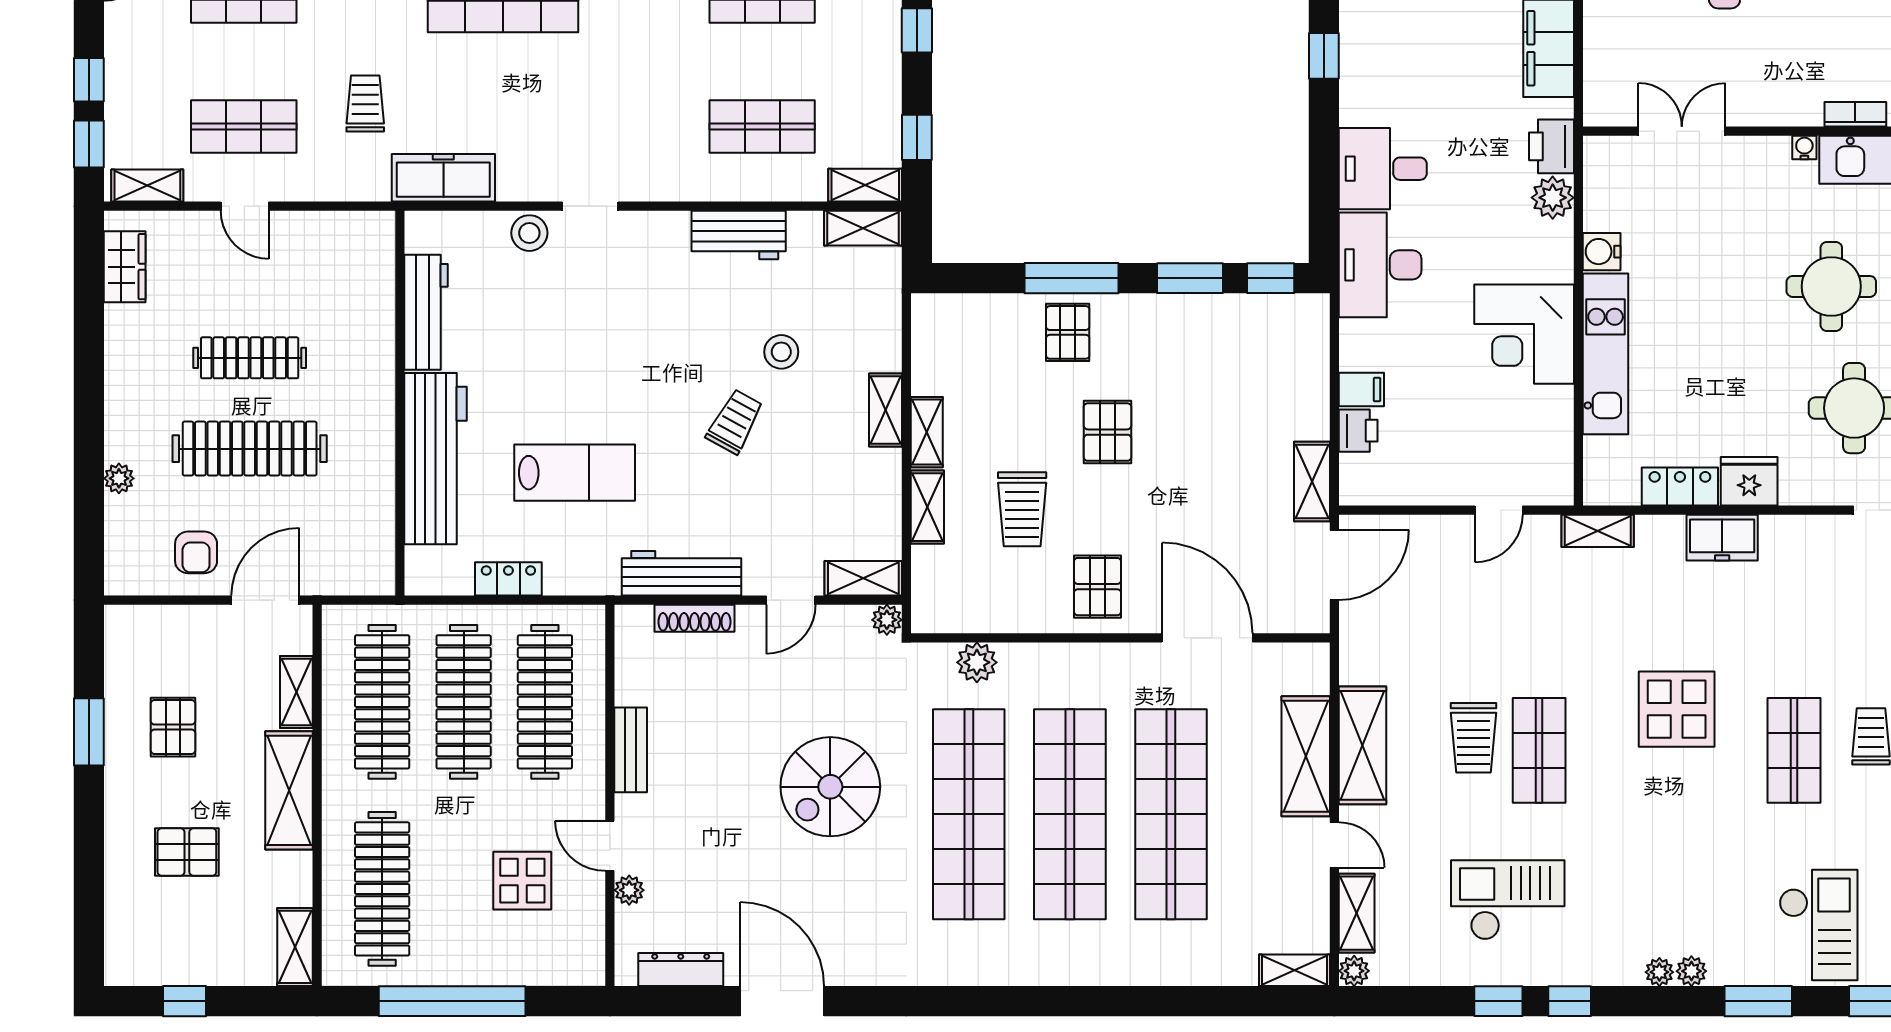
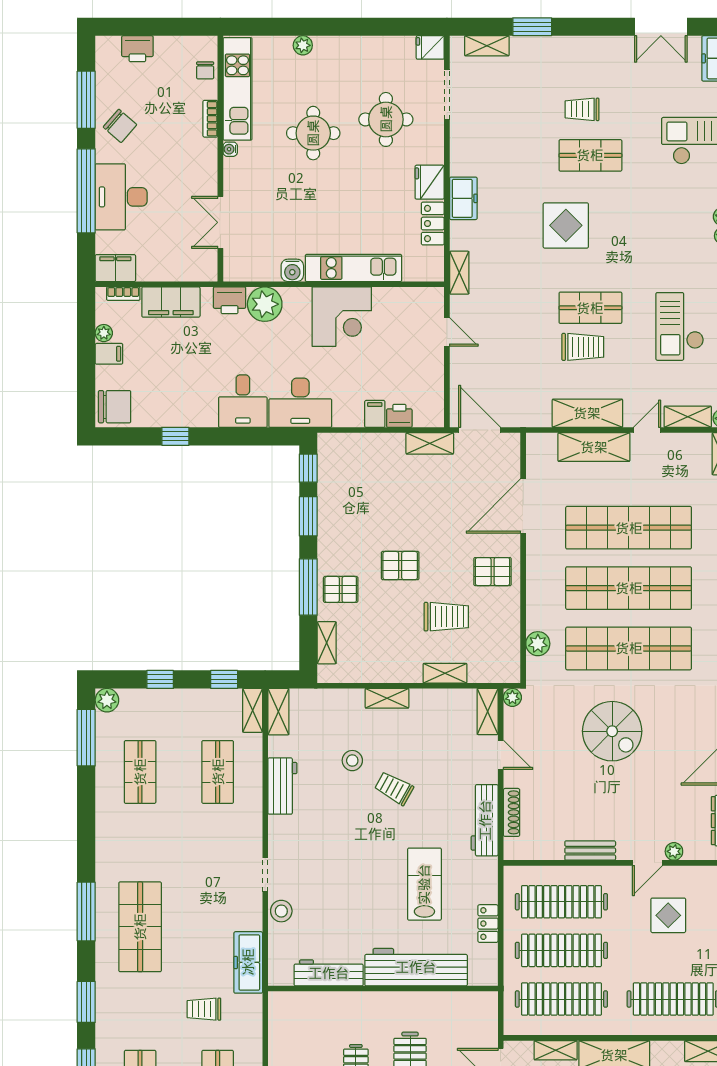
plant: (1553, 198) -> (265, 304), width x1.36, depth x1.36
shelving: (927, 432) -> (327, 643), moved, turned 90

